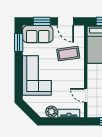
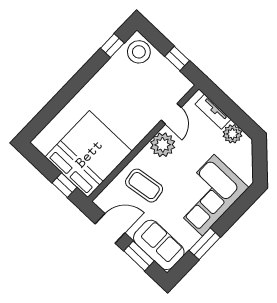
door: (65, 21) -> (110, 228), hinge flipped
window: (19, 43) -> (205, 244), moved
plant: (77, 79) -> (163, 145), added

